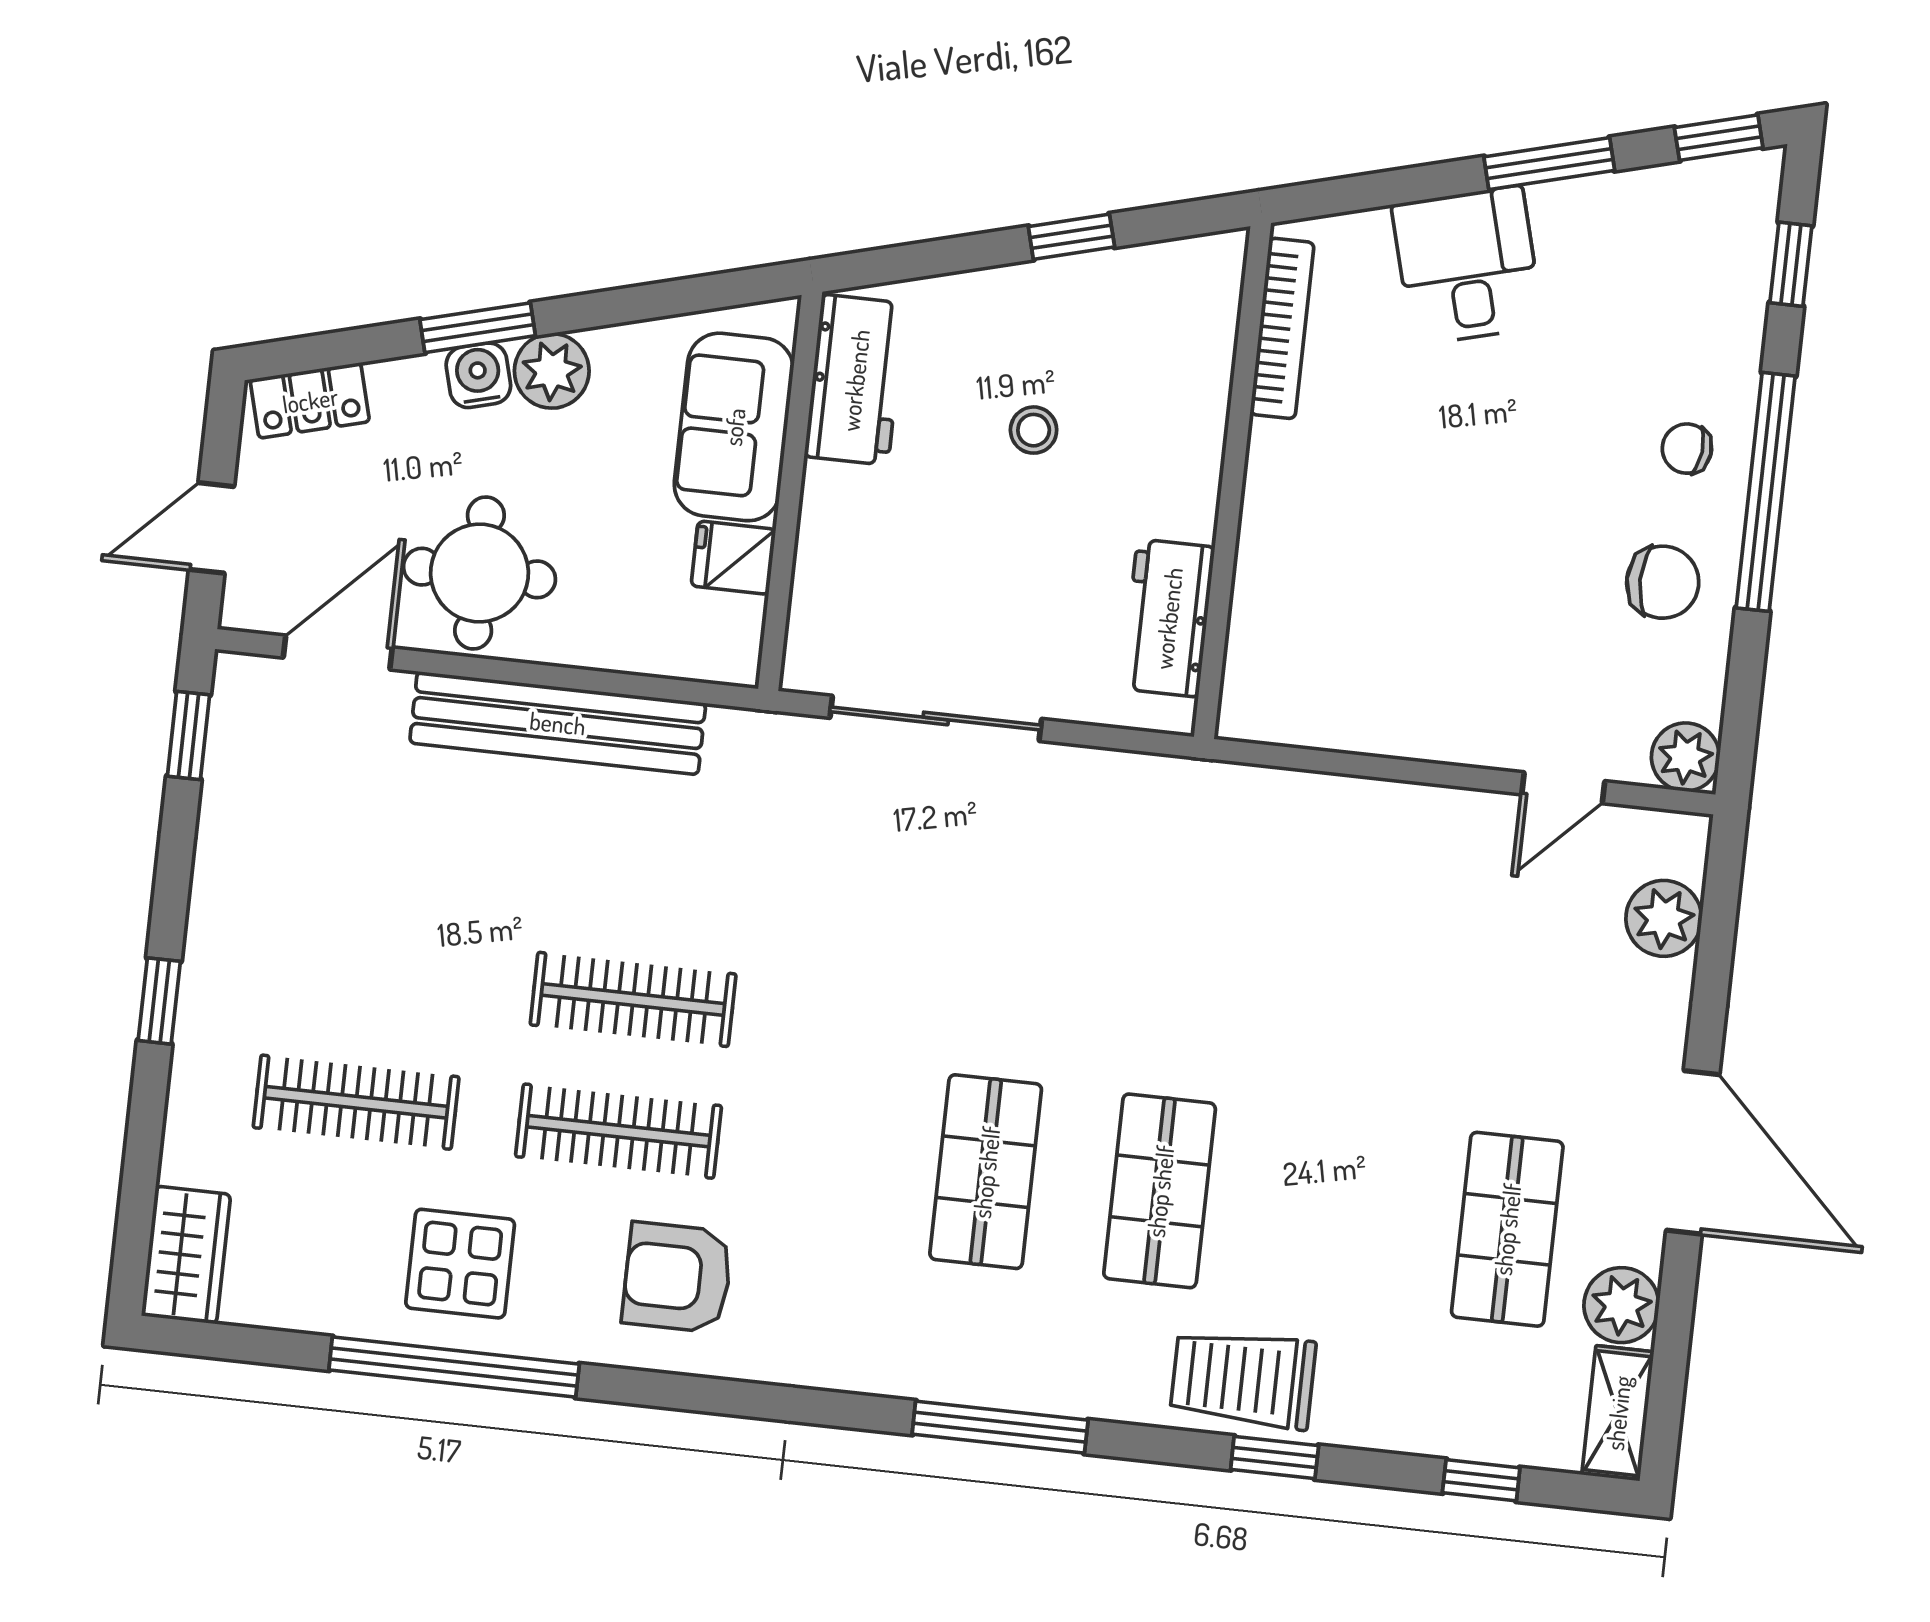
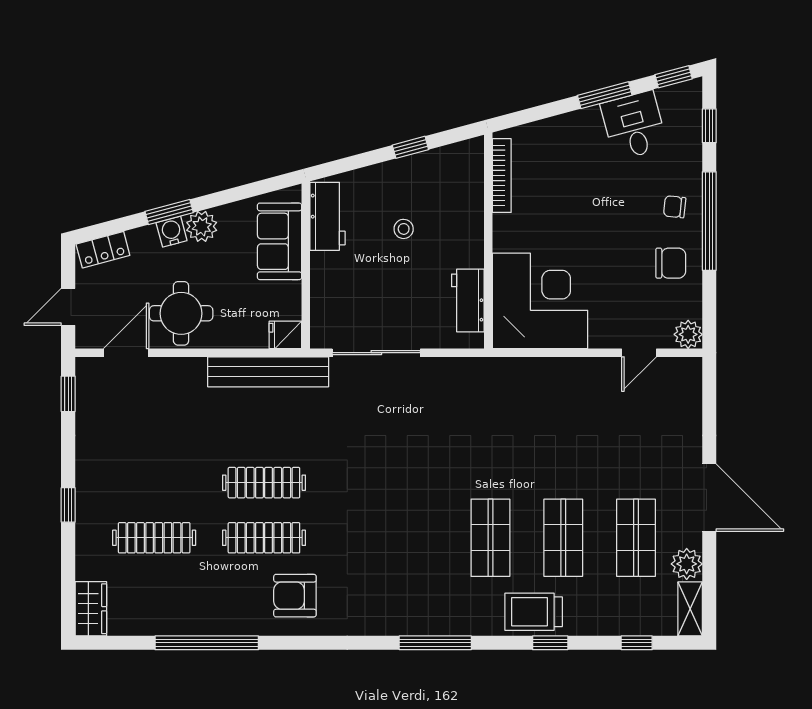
desk: (1467, 266) -> (634, 125), moved
fridge: (733, 558) -> (285, 335), moved
corner desk: (1340, 638) -> (540, 301), added
bench: (558, 723) -> (268, 372), moved
plant: (1664, 918) -> (687, 402), removed
shop shelf: (986, 1172) -> (563, 538), moved
display table: (460, 1264) -> (205, 600), removed

